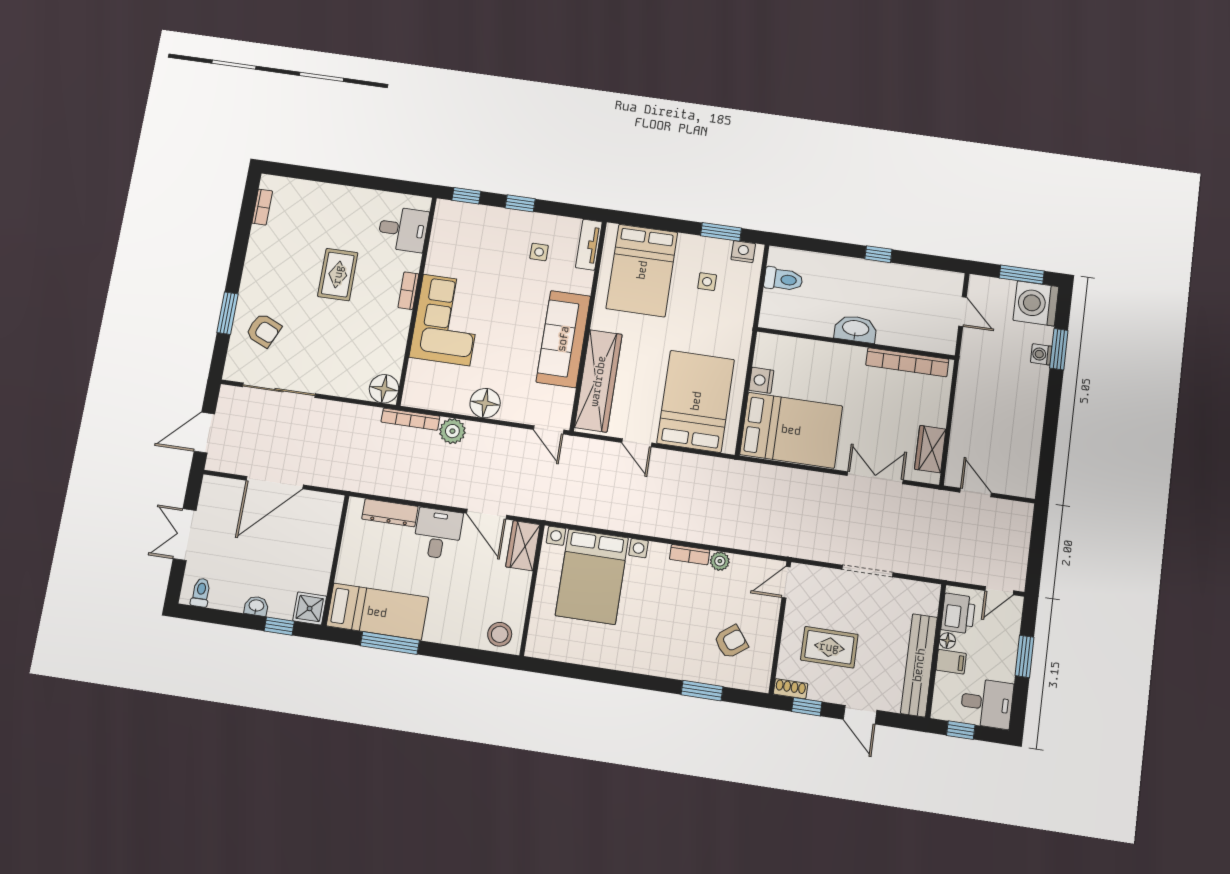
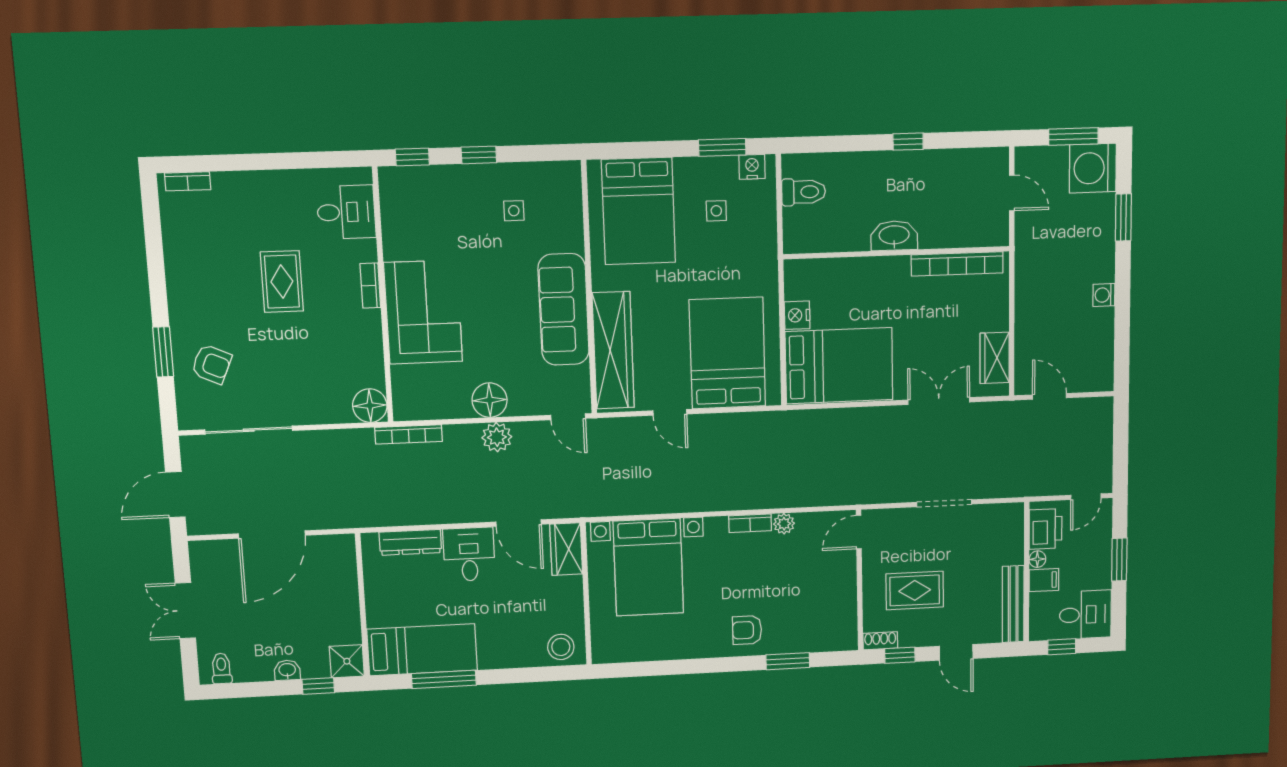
bookcase: (262, 207) -> (188, 181), moved, turned 90
tv unit: (589, 245) -> (571, 191), removed
washing machine: (1041, 354) -> (1104, 295), moved
plant: (452, 431) -> (497, 437), moved
armchair: (731, 642) -> (747, 630), moved, turned -143
bench: (919, 665) -> (1013, 604), width x0.73, depth x0.82

